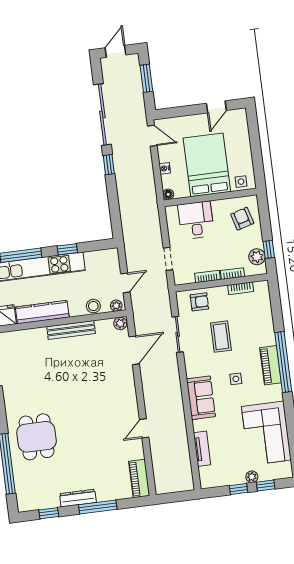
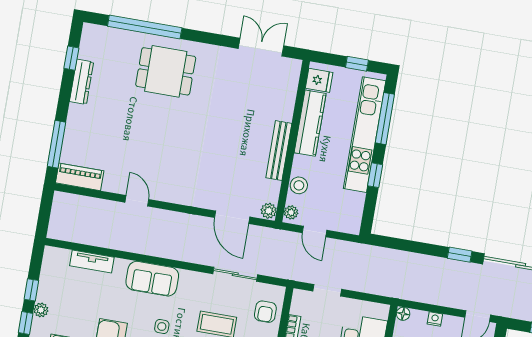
dresser: (78, 498) -> (82, 82), moved
window: (98, 507) -> (56, 144), moved

